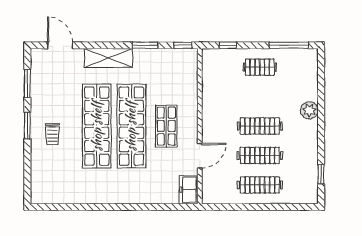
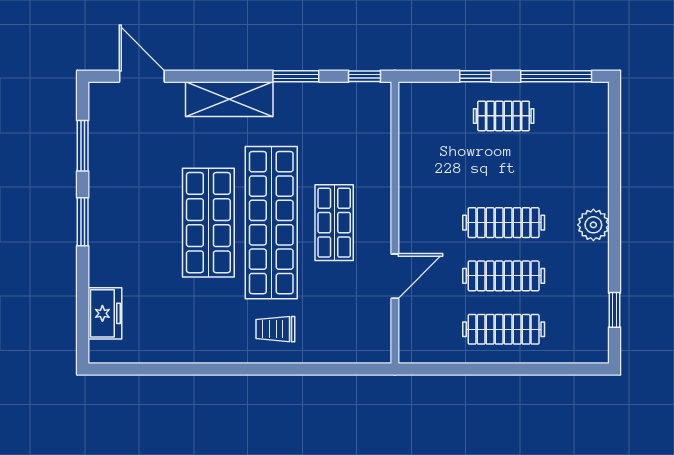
window: (228, 45) -> (475, 76), moved
plant: (309, 110) -> (593, 225), moved
shop shelf: (97, 126) -> (208, 223), width x0.71
trolley: (52, 134) -> (275, 329), moved, turned 90
freezer: (189, 190) -> (105, 313), moved, turned 180

